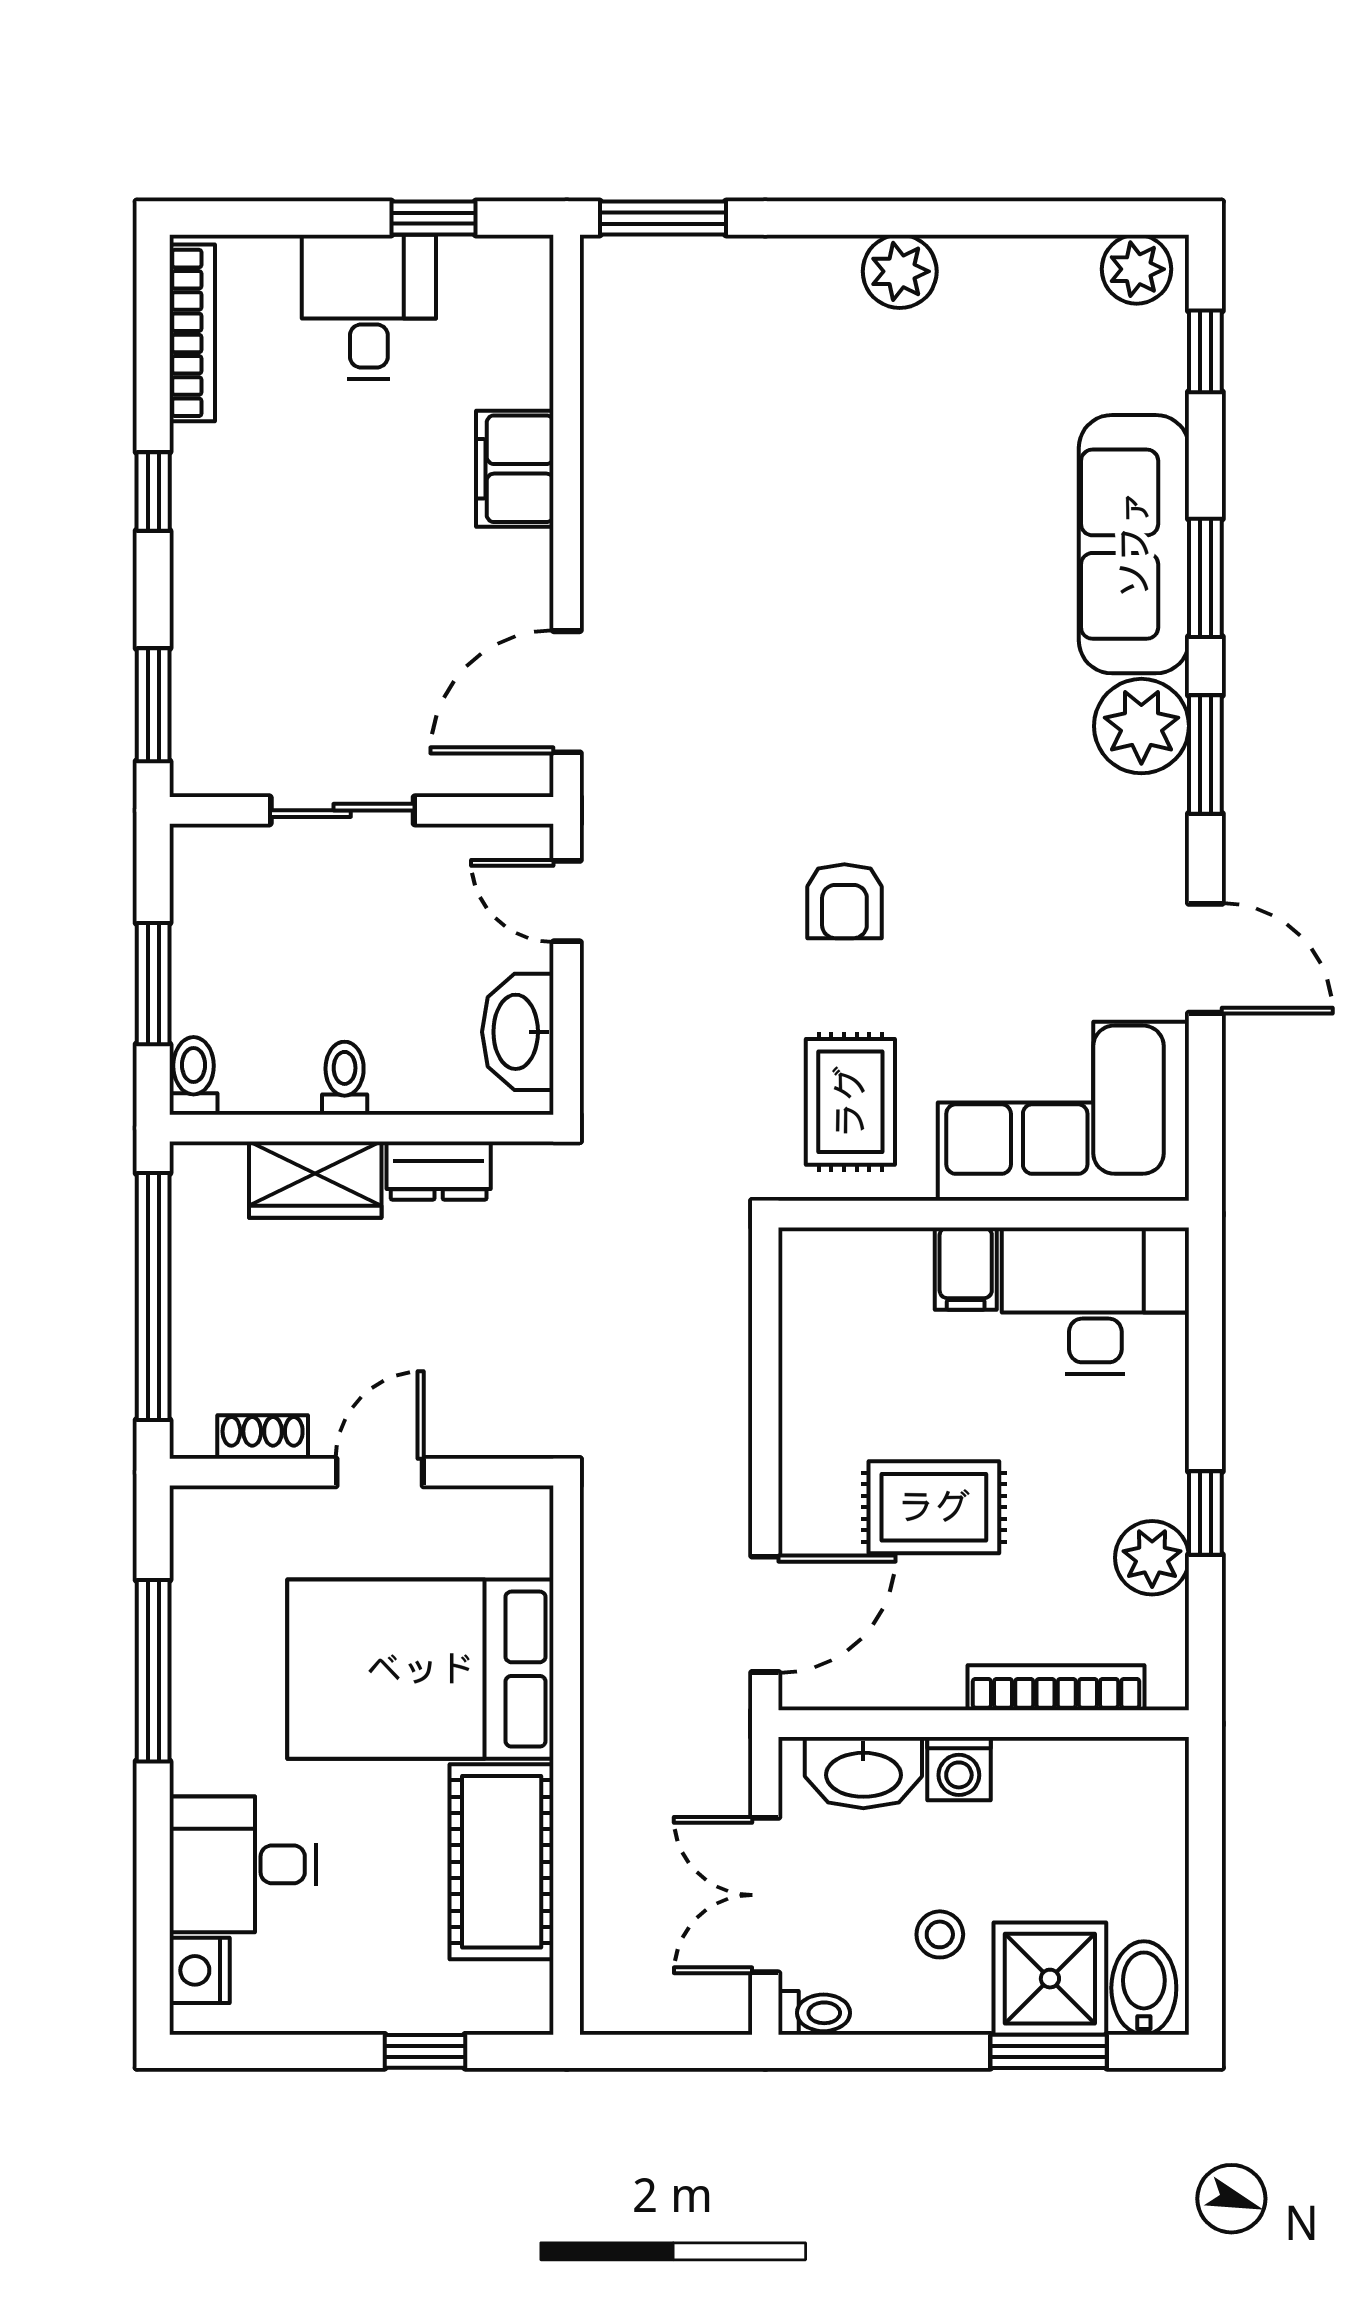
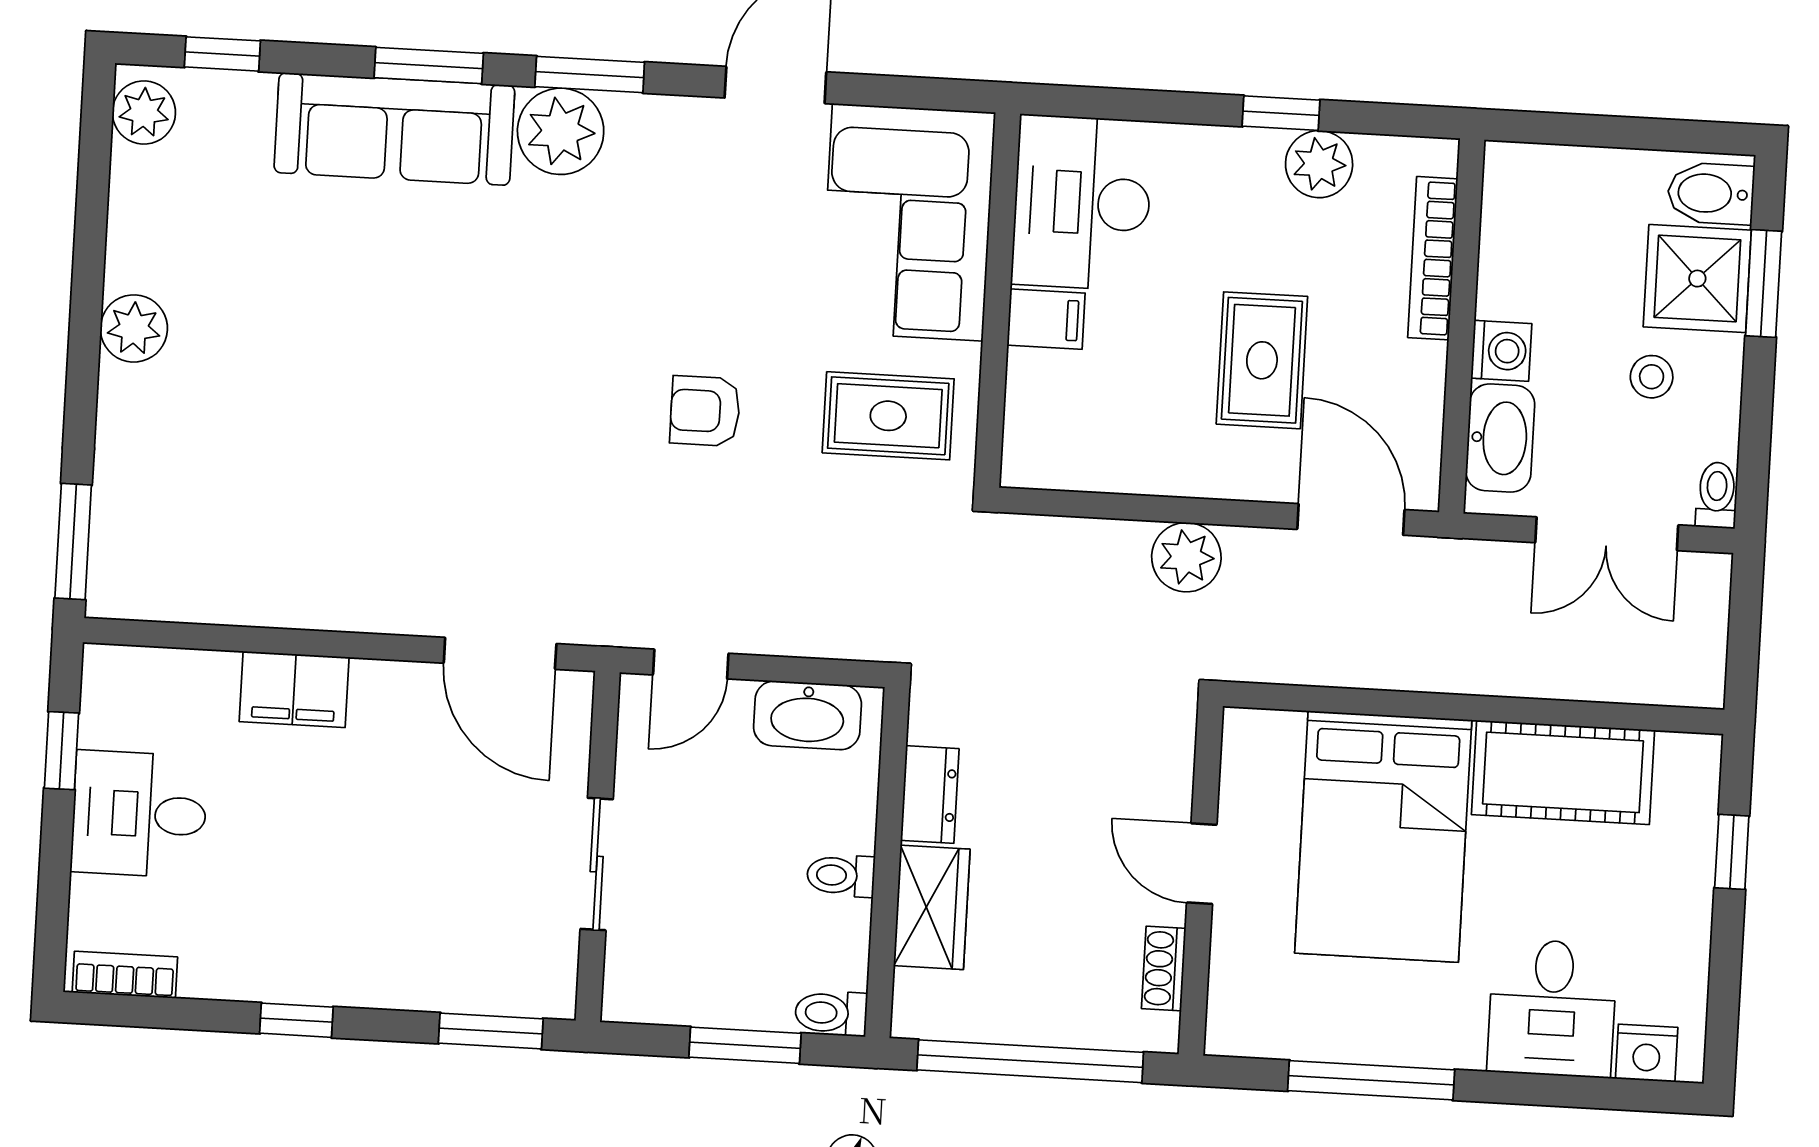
bookcase: (192, 333) -> (125, 975), width x0.64
armchair: (844, 901) -> (705, 411), turned 180
plant: (714, 1437) -> (1186, 557), added

